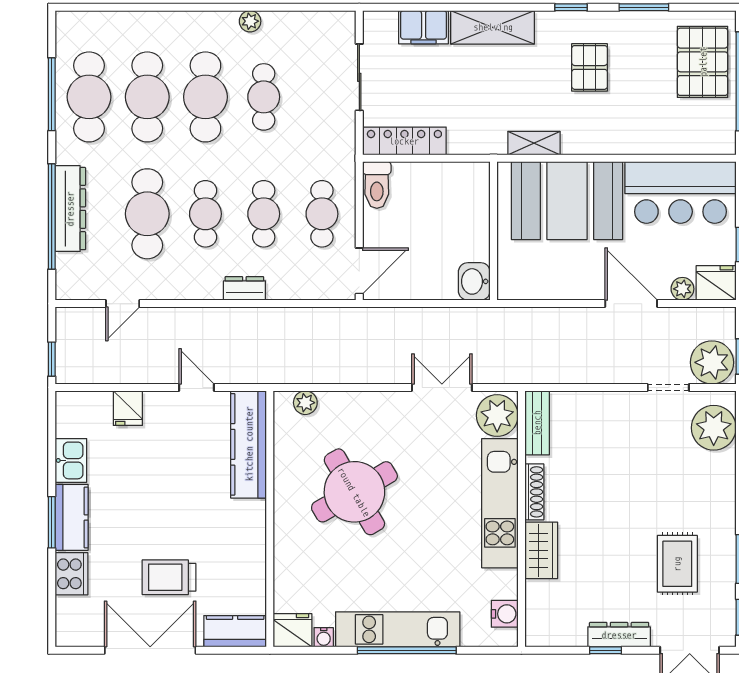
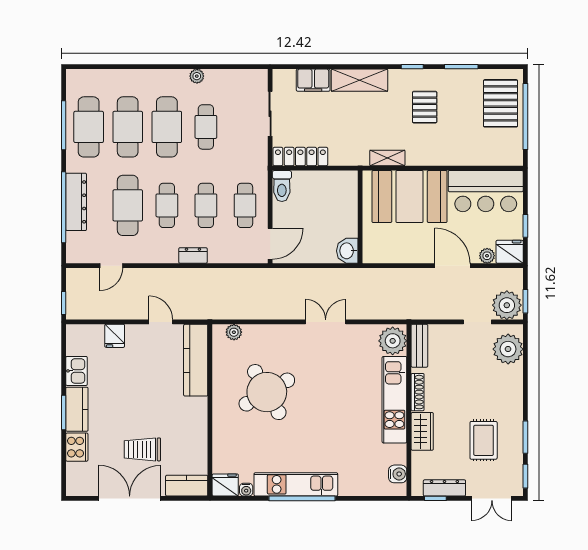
plant: (497, 415) -> (393, 341), moved
bench: (537, 423) -> (419, 346), moved
shoe rack: (534, 492) -> (418, 392), moved
kitchen unit: (500, 503) -> (394, 400), moved
wall: (521, 519) -> (409, 410), moved
wardrobe: (541, 550) -> (422, 431), moved
water cooler: (505, 614) -> (398, 474), moved

